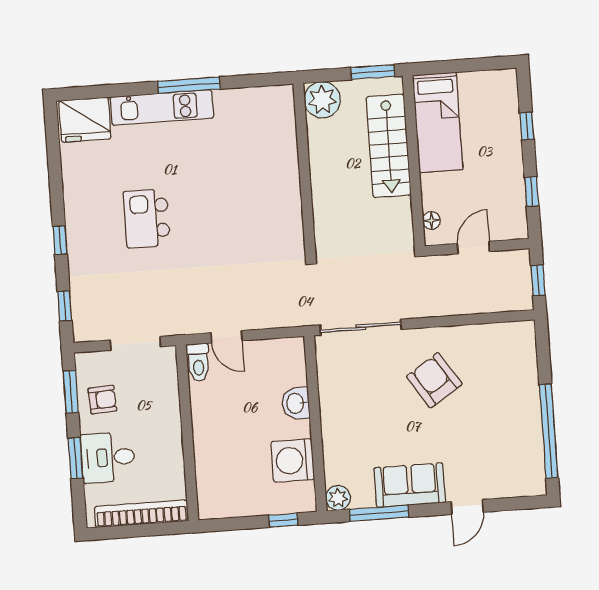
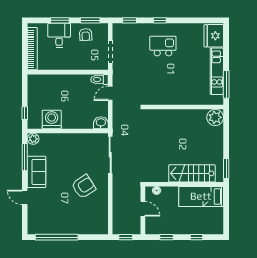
plant: (322, 100) -> (215, 117), moved
wall: (304, 169) -> (184, 107), moved
kitchen island: (147, 218) -> (163, 46), moved
washbasin: (296, 403) -> (101, 123), moved

